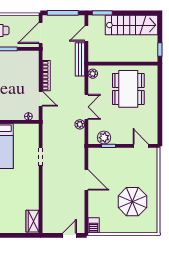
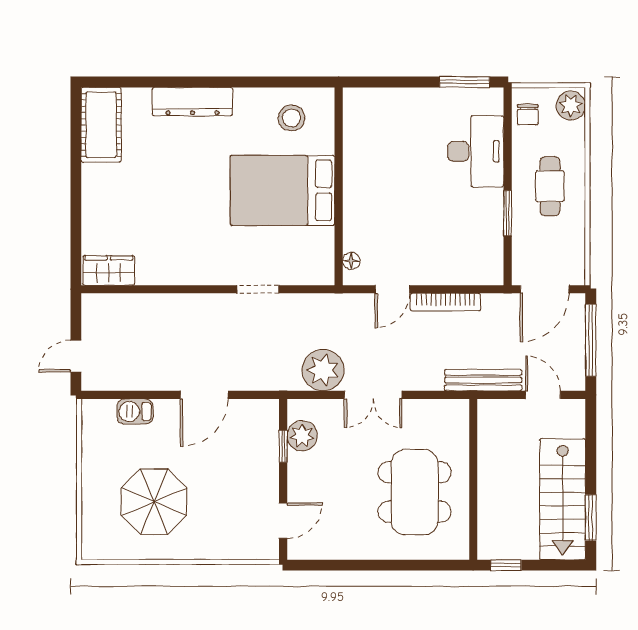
window: (102, 13) -> (591, 518), moved
door: (41, 33) -> (545, 289), swing flipped
plant: (93, 74) -> (450, 410), removed
dining table: (128, 89) -> (415, 492), turned 90
plant: (80, 124) -> (323, 370), width x1.88, depth x1.88
barbecue: (94, 225) -> (135, 412), moved
door: (70, 235) -> (76, 356), swing flipped

